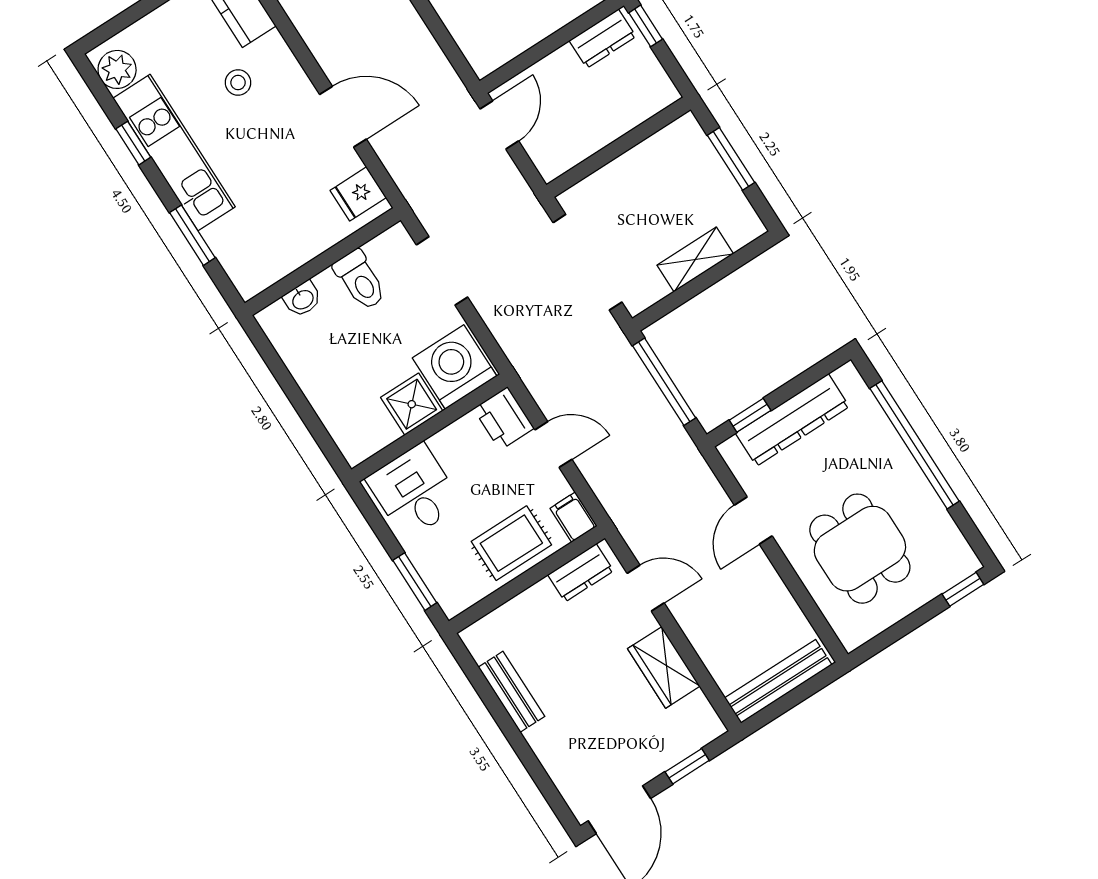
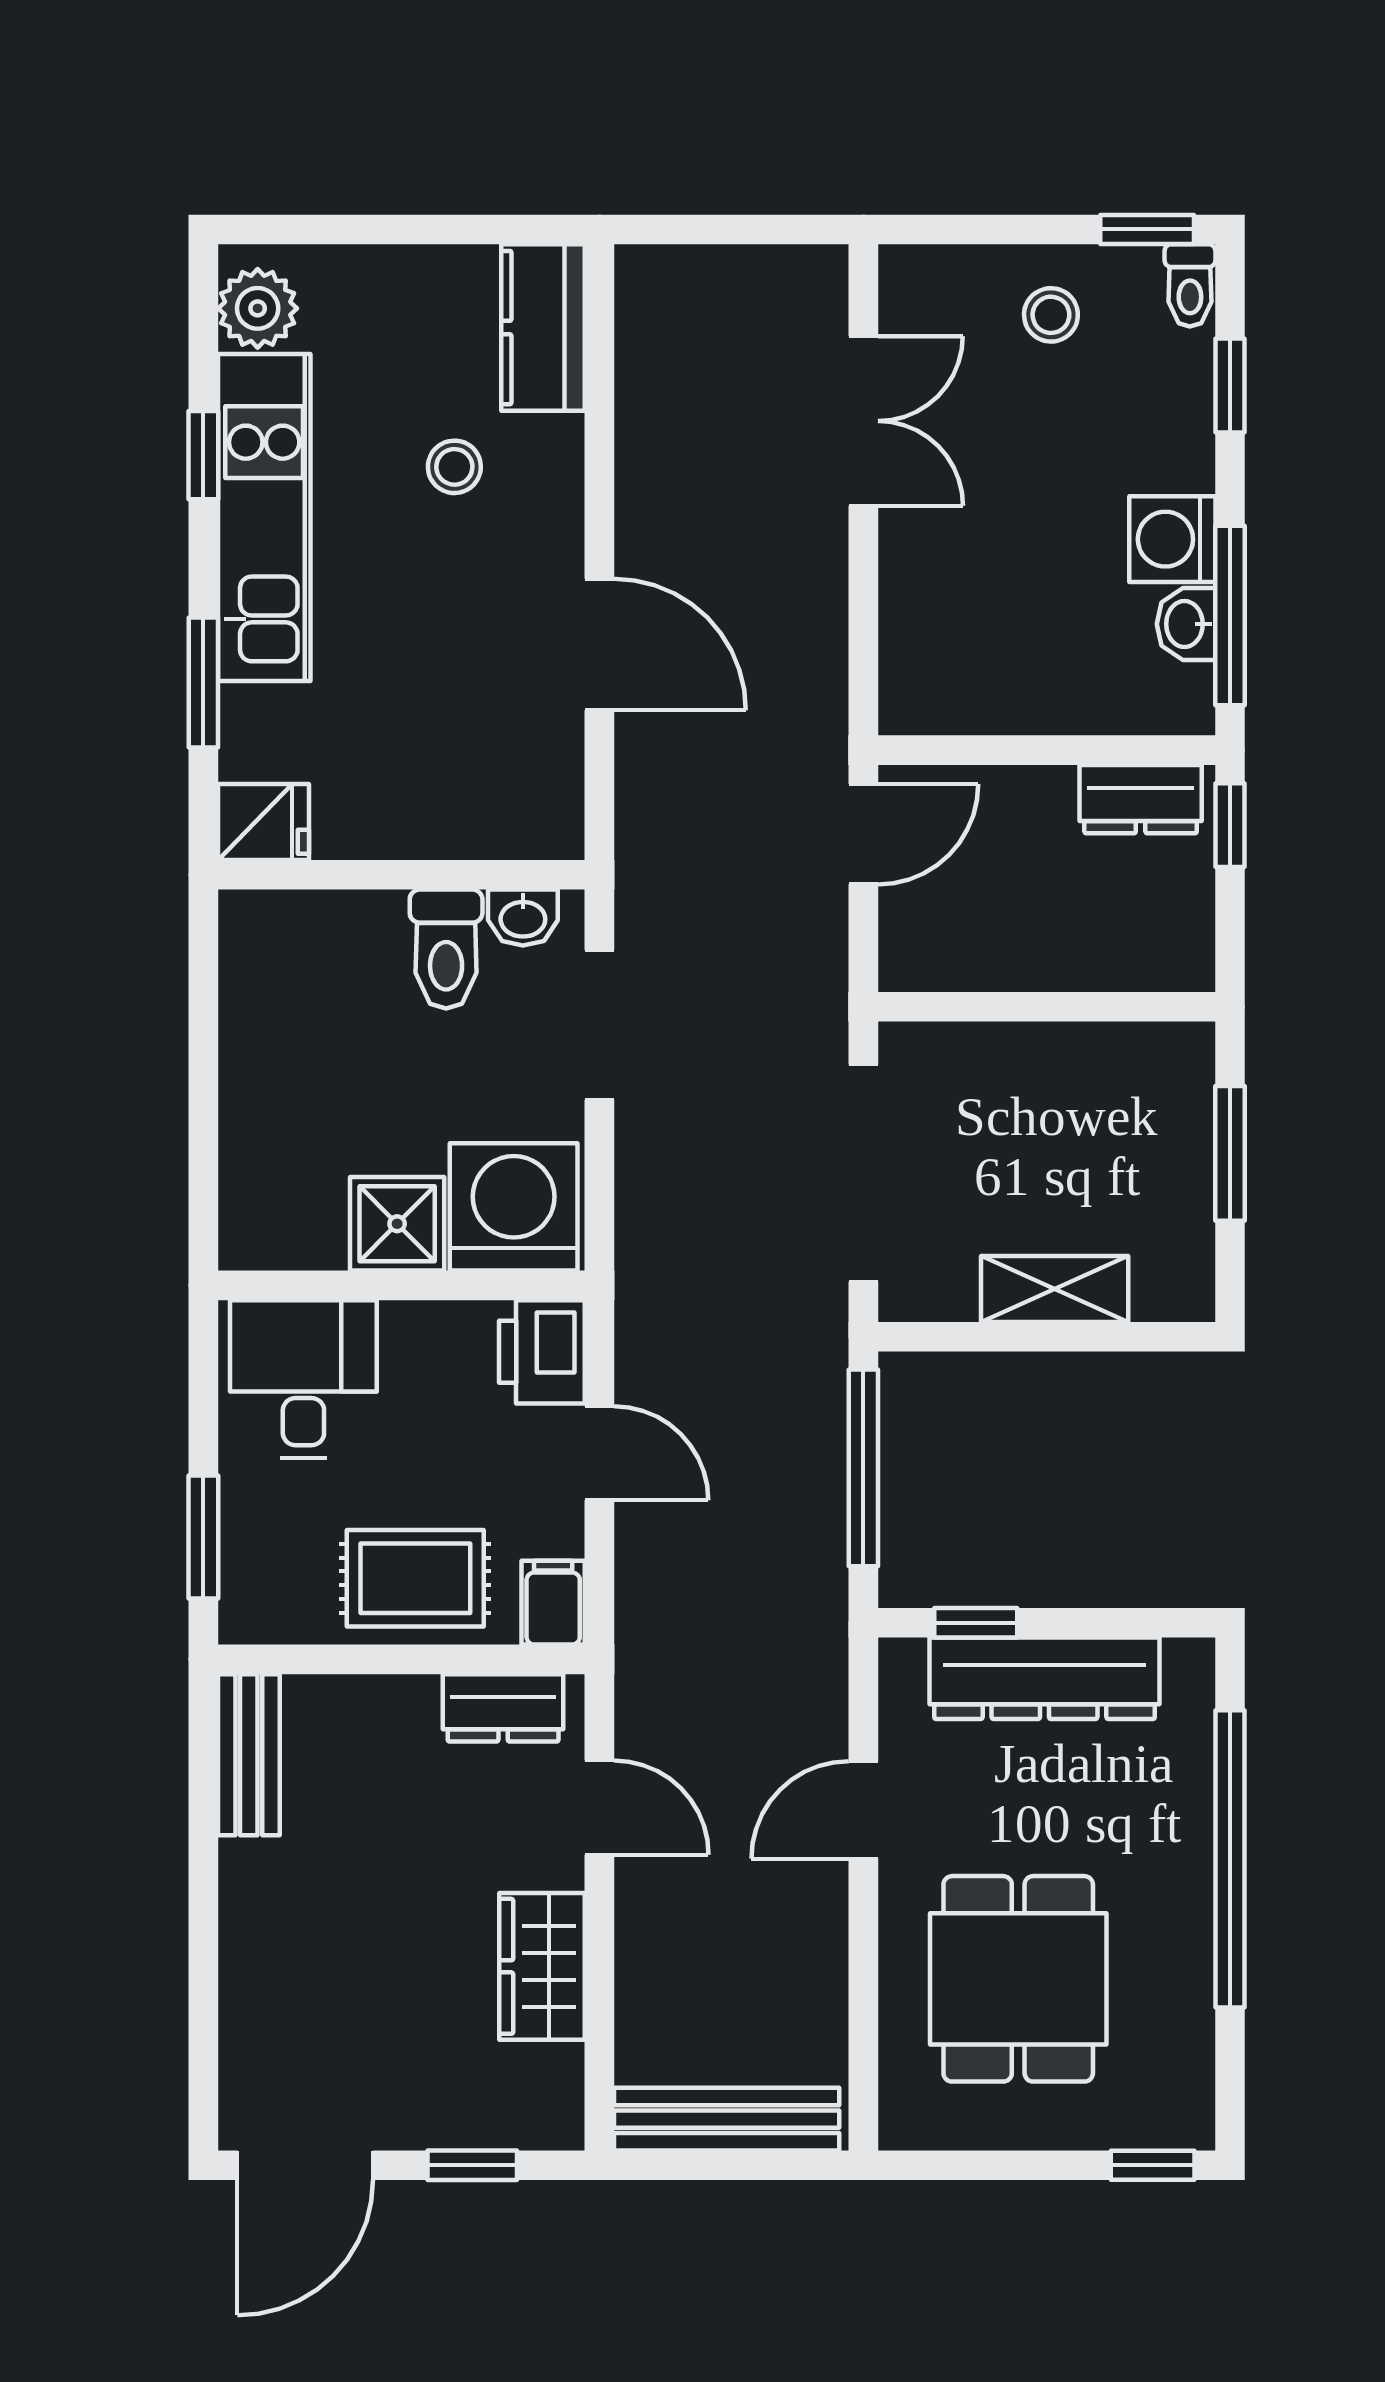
fridge: (358, 194) -> (263, 822), moved, turned 180
washbasin: (302, 299) -> (523, 918), moved
bench: (511, 692) -> (249, 1755), moved

